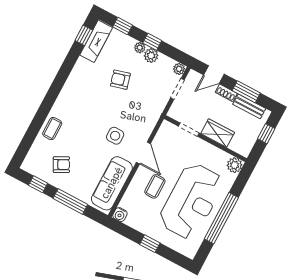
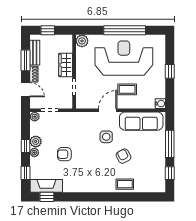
armchair: (120, 80) -> (64, 154), turned 105
armchair: (61, 165) -> (124, 156), moved

